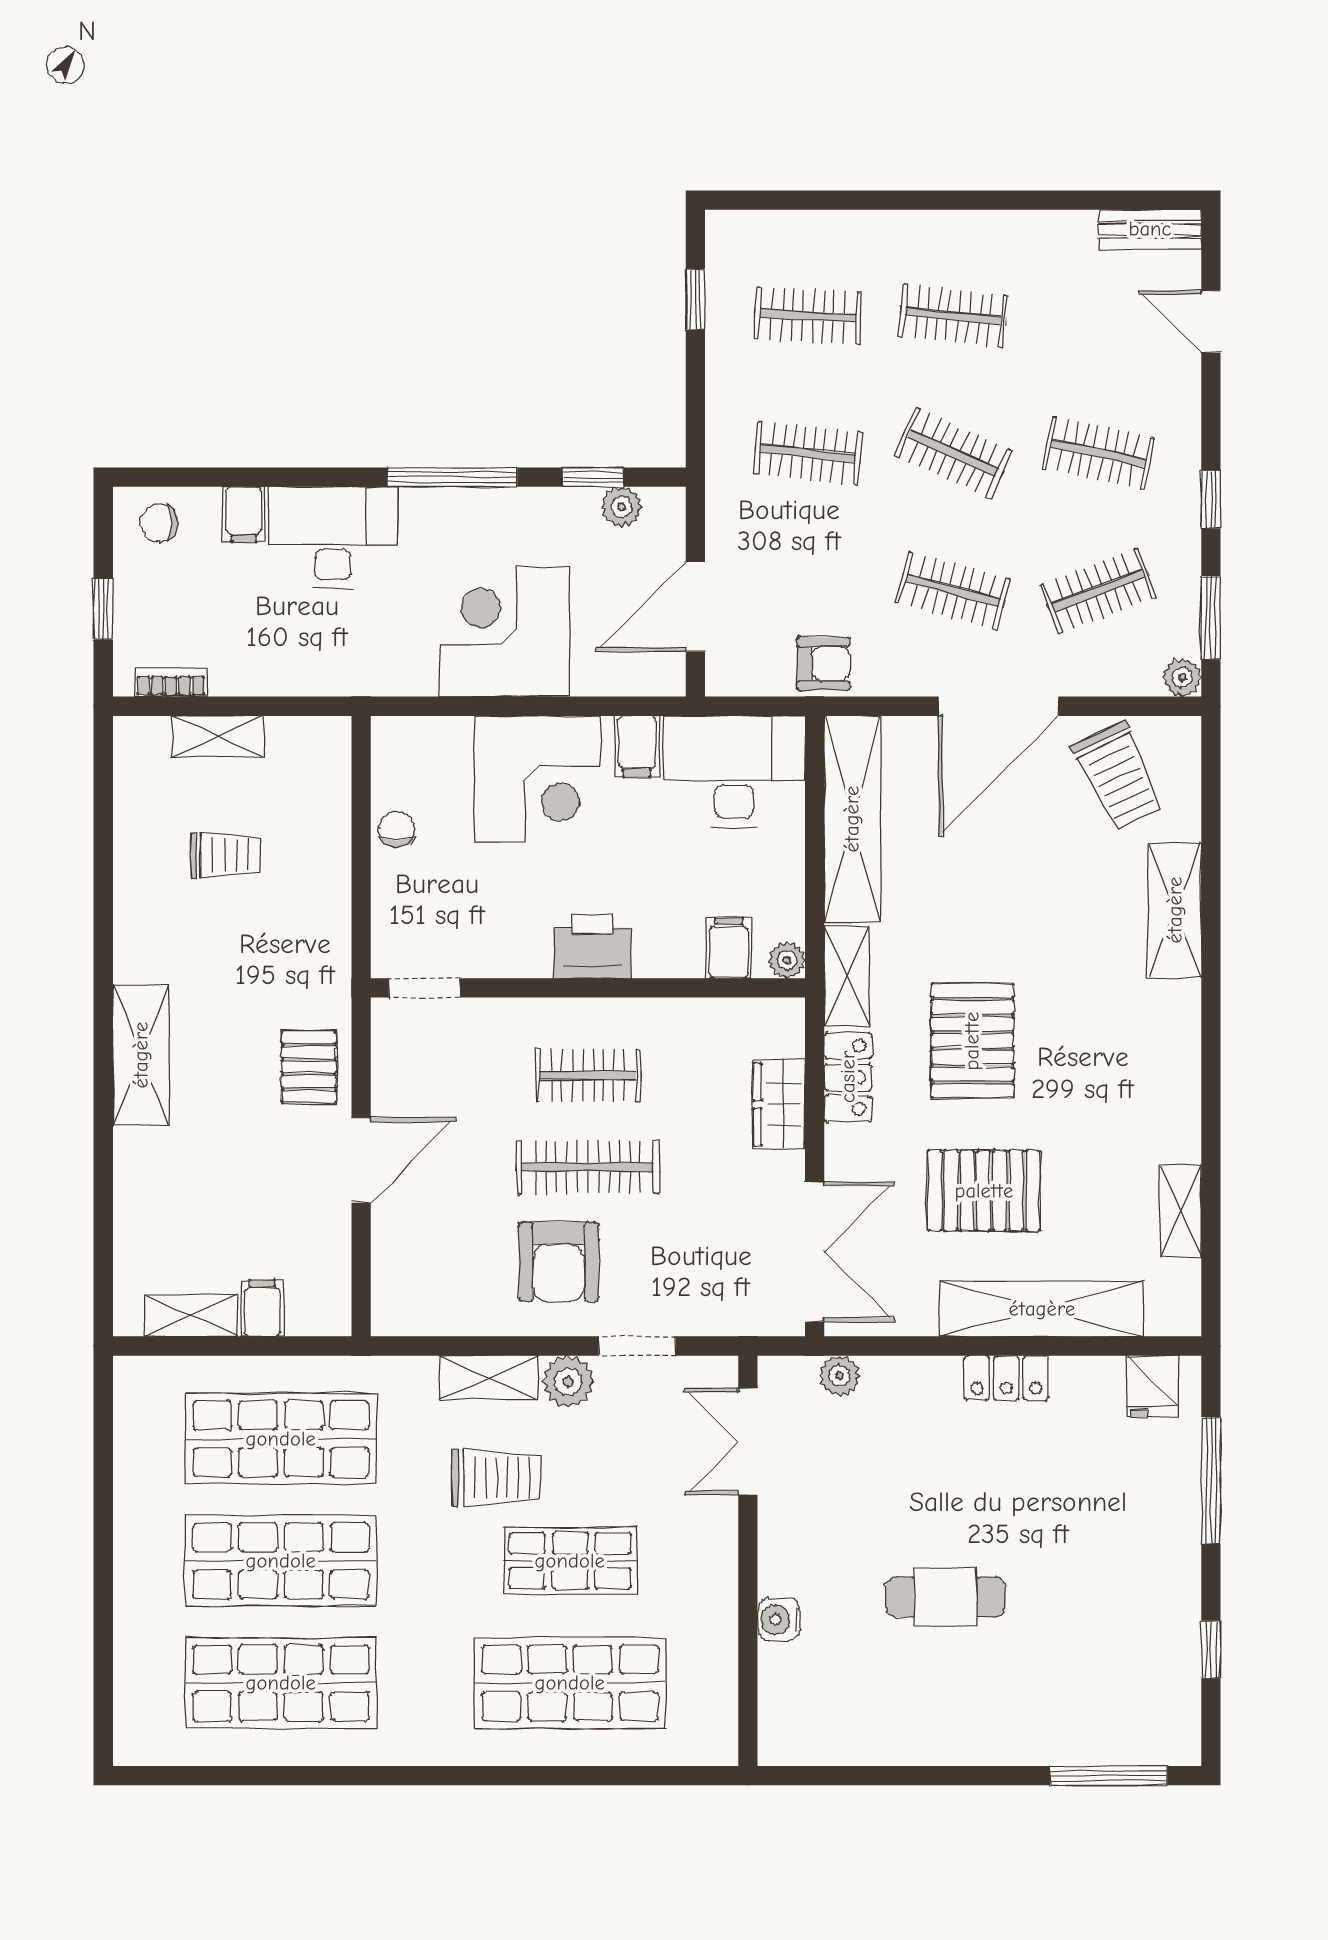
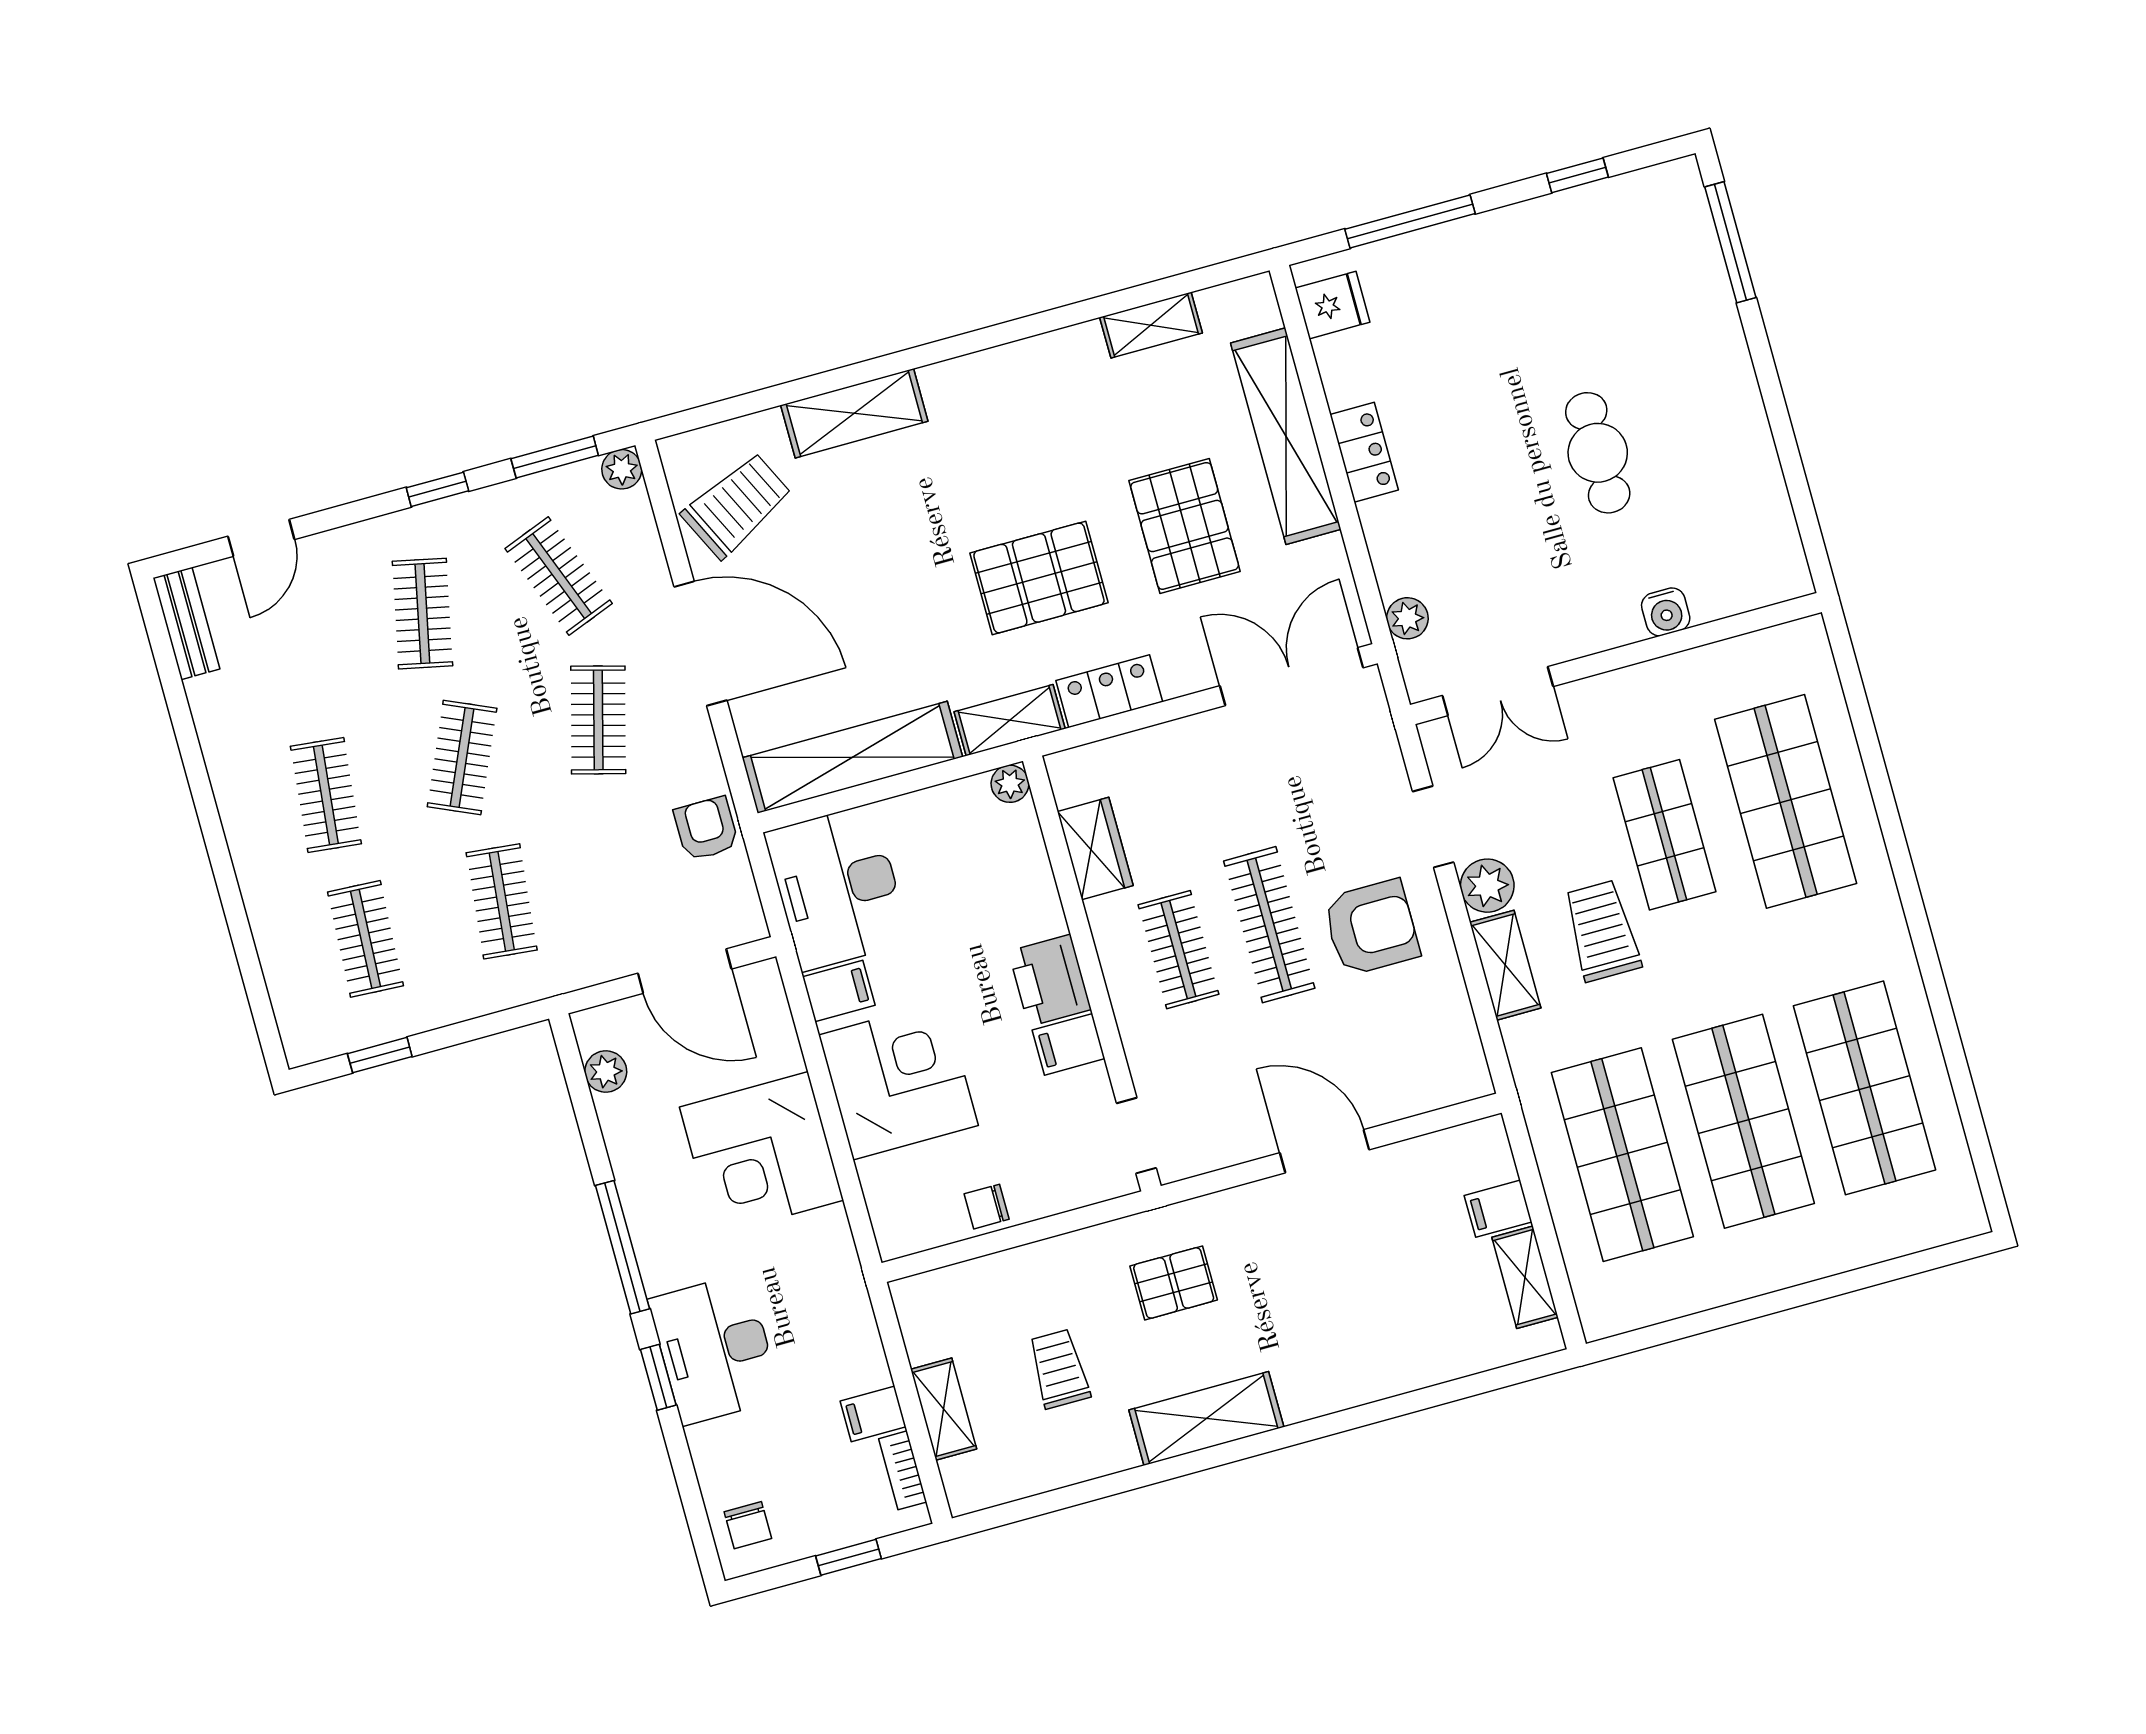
window: (593, 477) -> (658, 1377), moved
filing cabinet: (244, 514) -> (873, 1414), moved, turned 180
filing cabinet: (729, 948) -> (1069, 1044), moved
shelving: (141, 1055) -> (1206, 1418), moved
pallet: (309, 1067) -> (1174, 1283), moved
wardrobe: (779, 1104) -> (1095, 849), moved, turned -90

